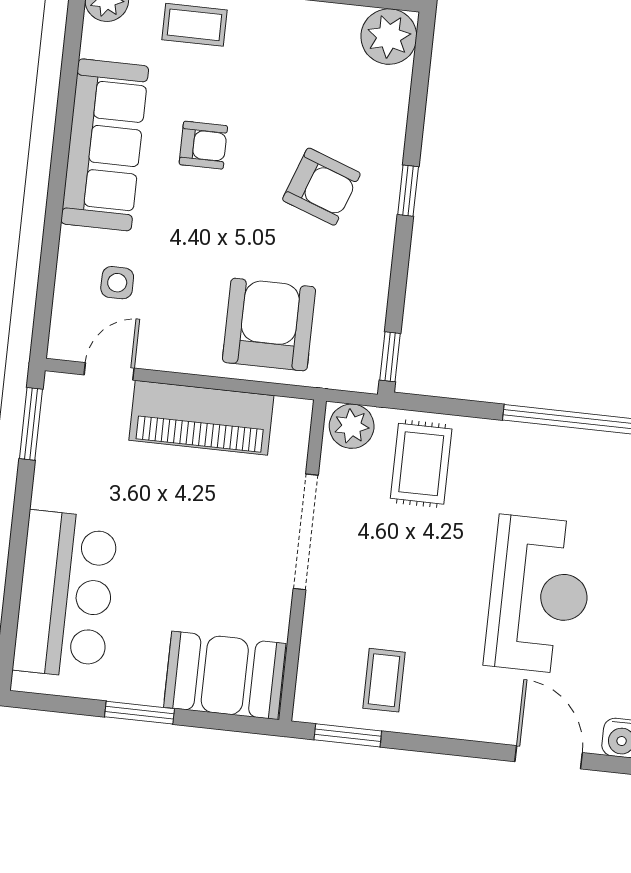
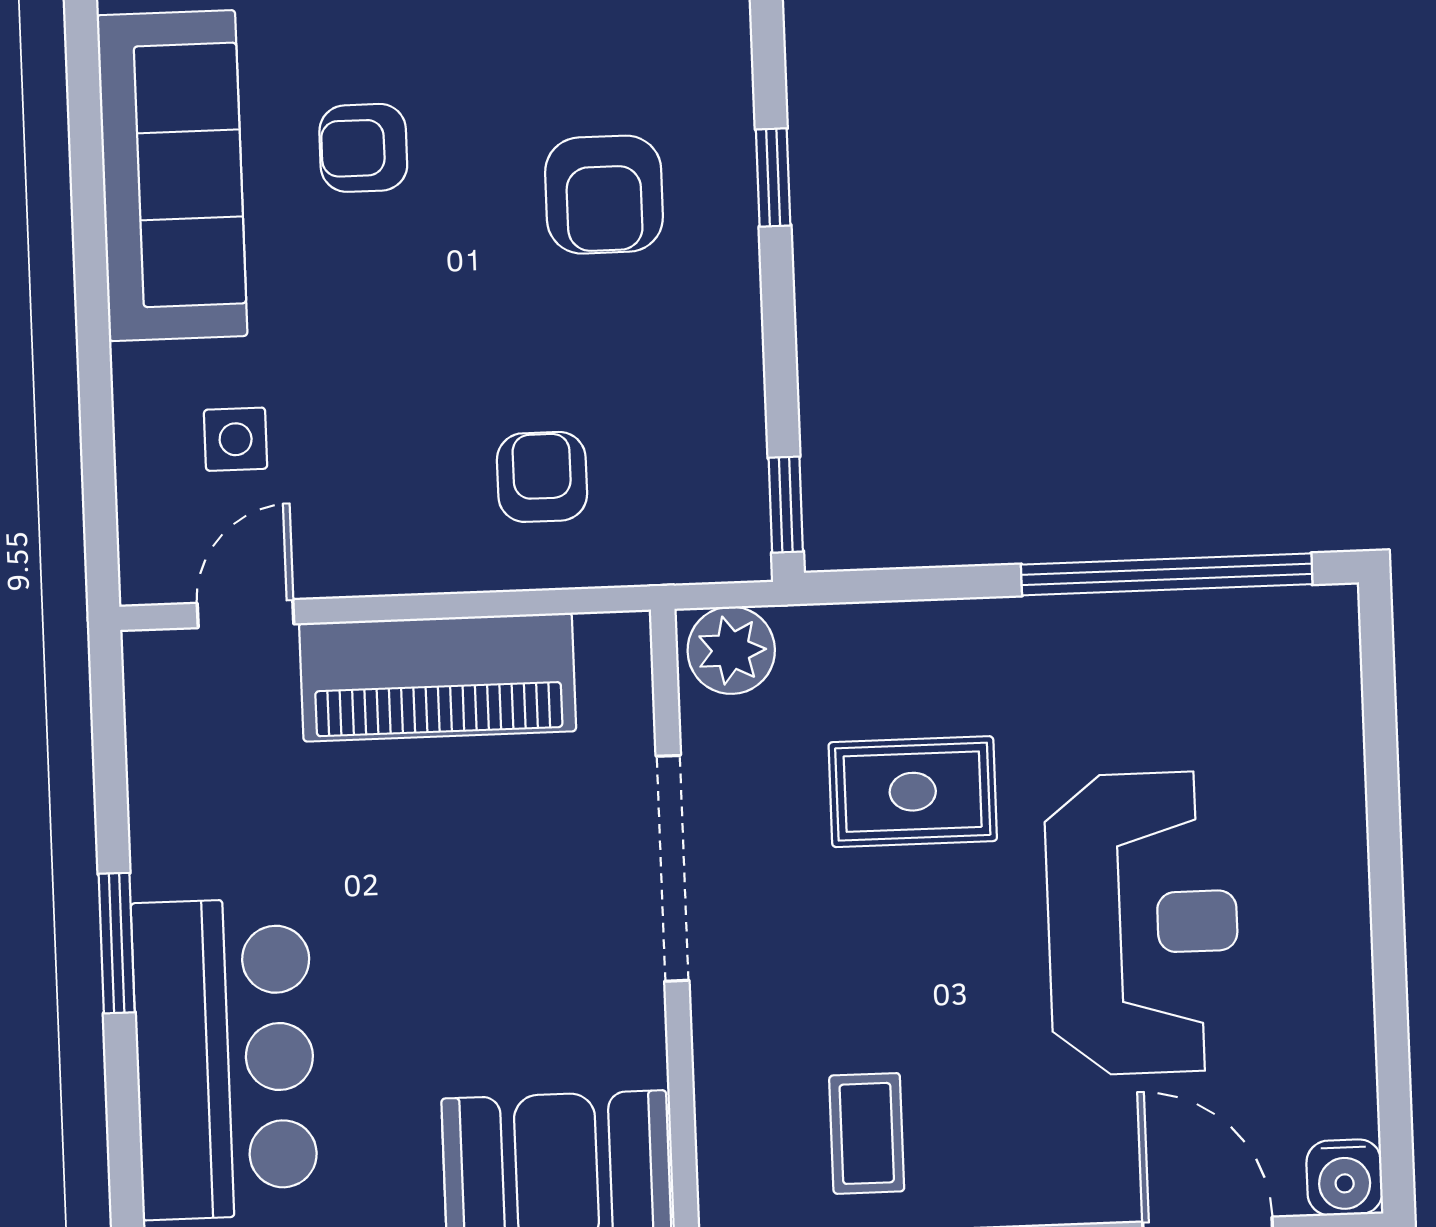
armchair: (203, 145) -> (363, 148), turned 180
armchair: (321, 187) -> (604, 195), turned 70
armchair: (269, 325) -> (542, 477), width x0.53, depth x0.53
window: (31, 424) -> (117, 943), moved
rug: (421, 464) -> (913, 792), moved, turned 90

